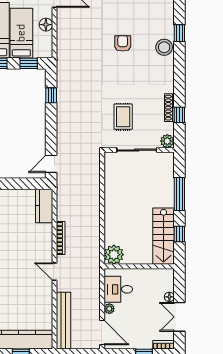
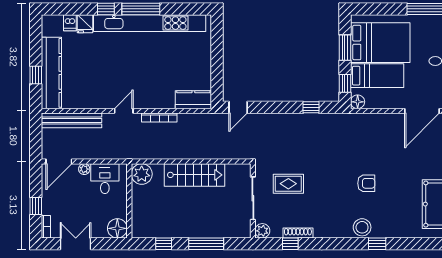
floor lamp: (46, 25) -> (358, 102), moved
door: (51, 164) -> (238, 107), swing flipped
stairs: (163, 236) -> (194, 175), moved, turned 180
floor lamp: (169, 297) -> (117, 228), moved, width x1.89, depth x1.89

